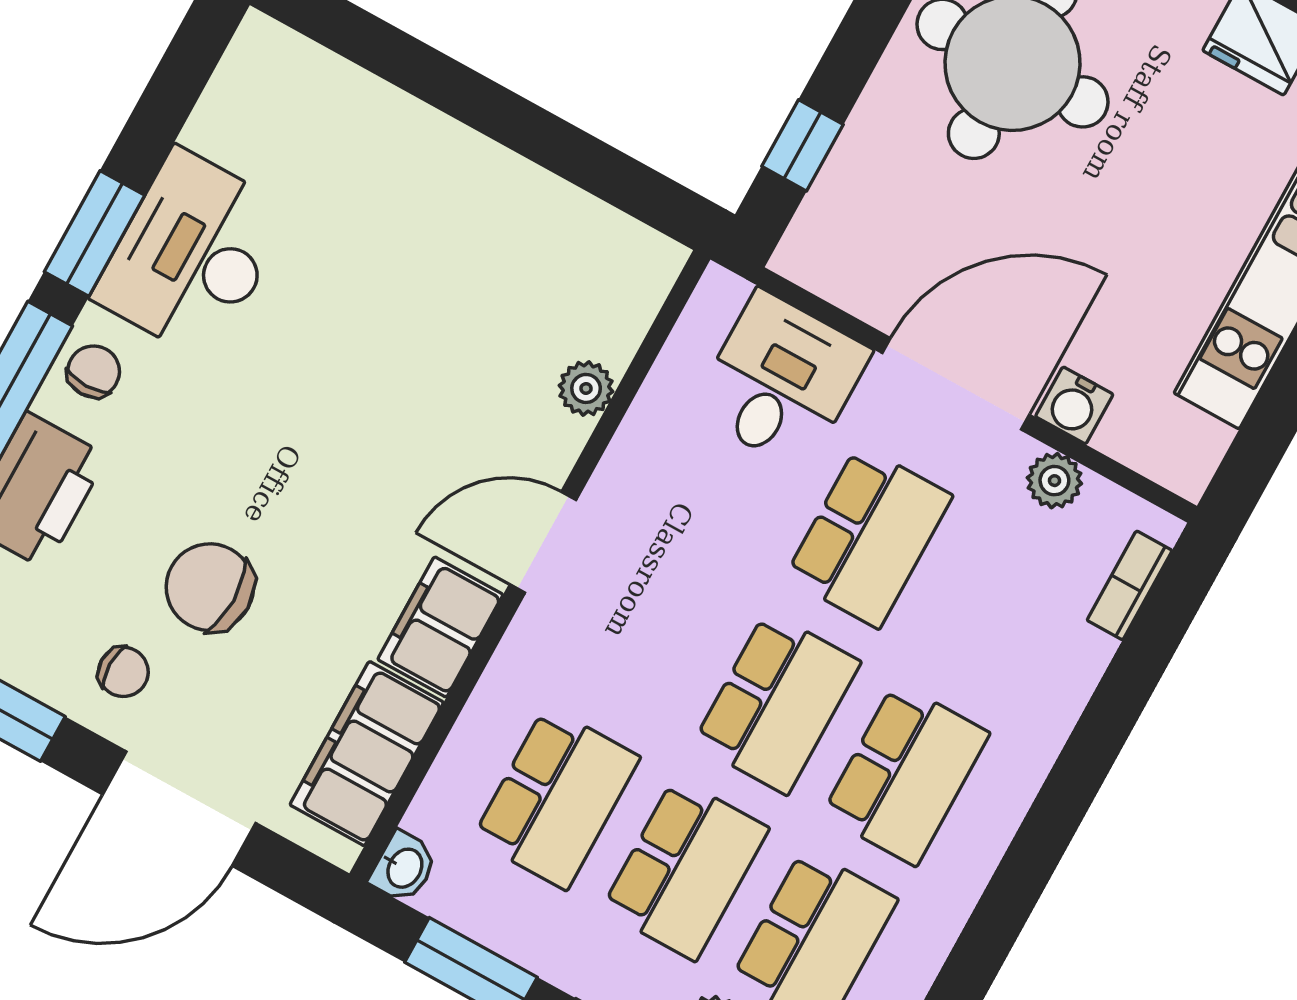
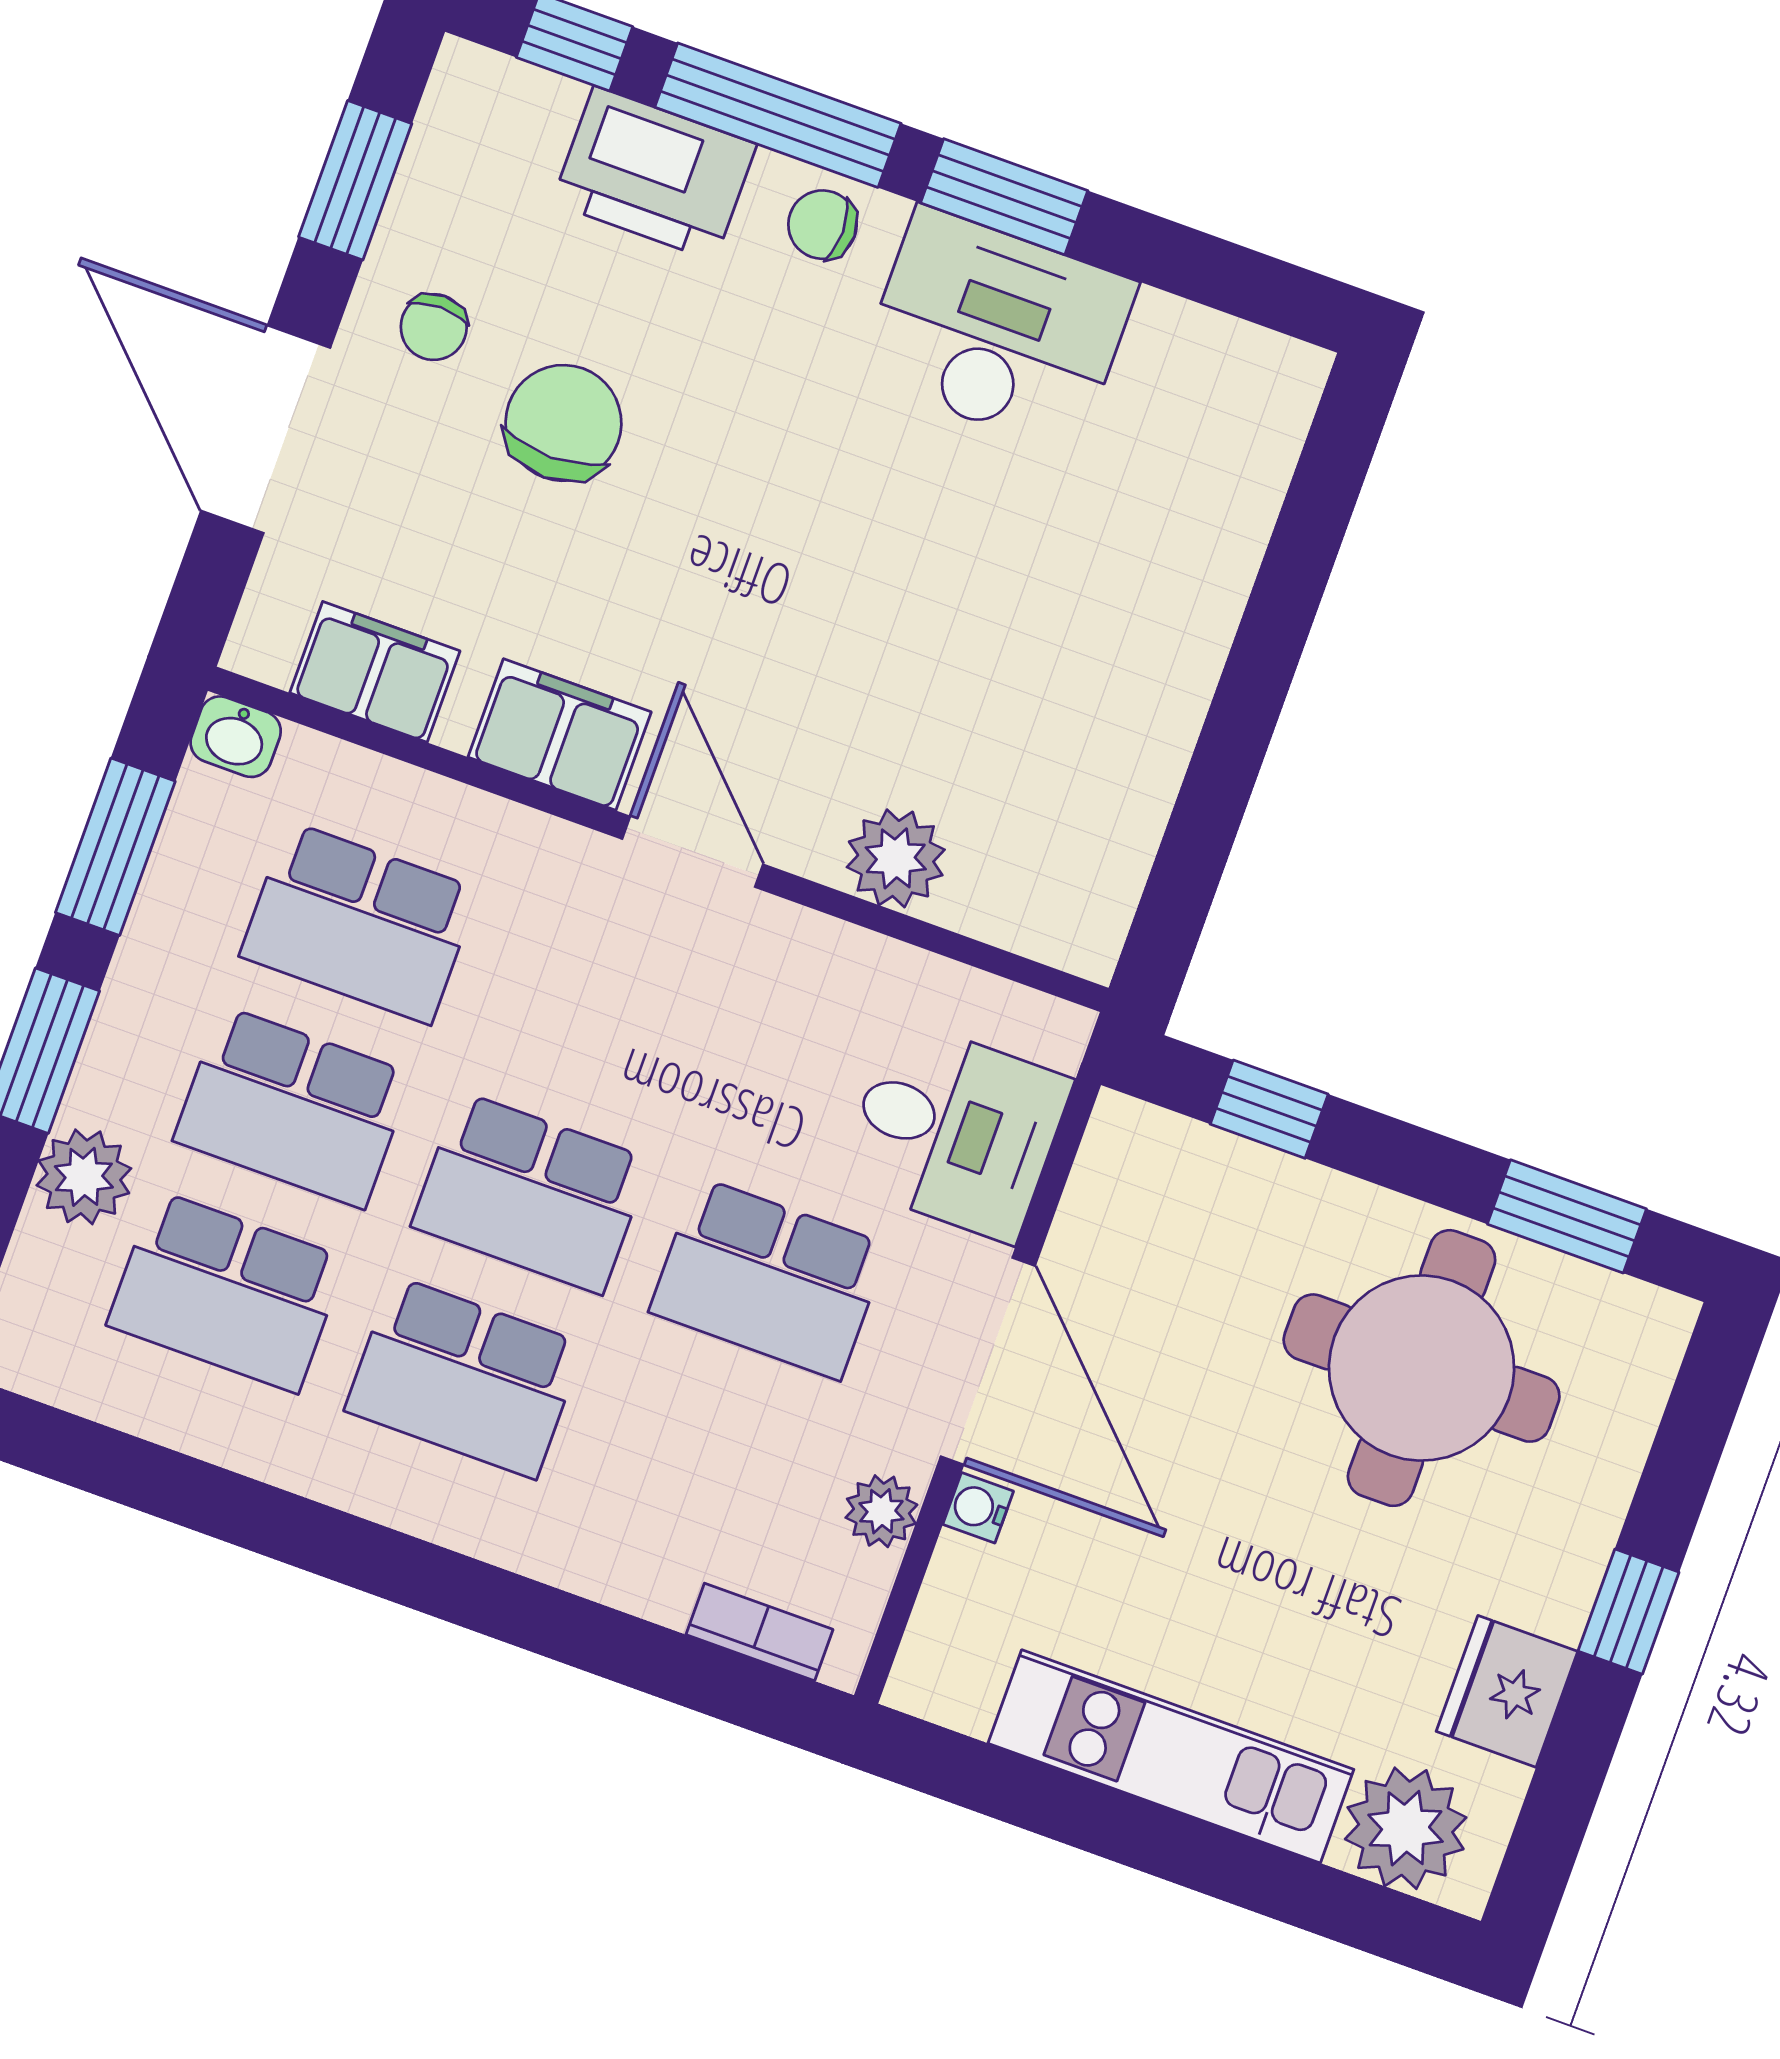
chair: (94, 371) -> (823, 225), turned 180
plant: (586, 388) -> (896, 858), width x1.38, depth x1.38
water cooler: (1074, 405) -> (978, 1508), width x0.72, depth x0.72
filing cabinet: (367, 754) -> (375, 672), width x0.67, depth x0.86

